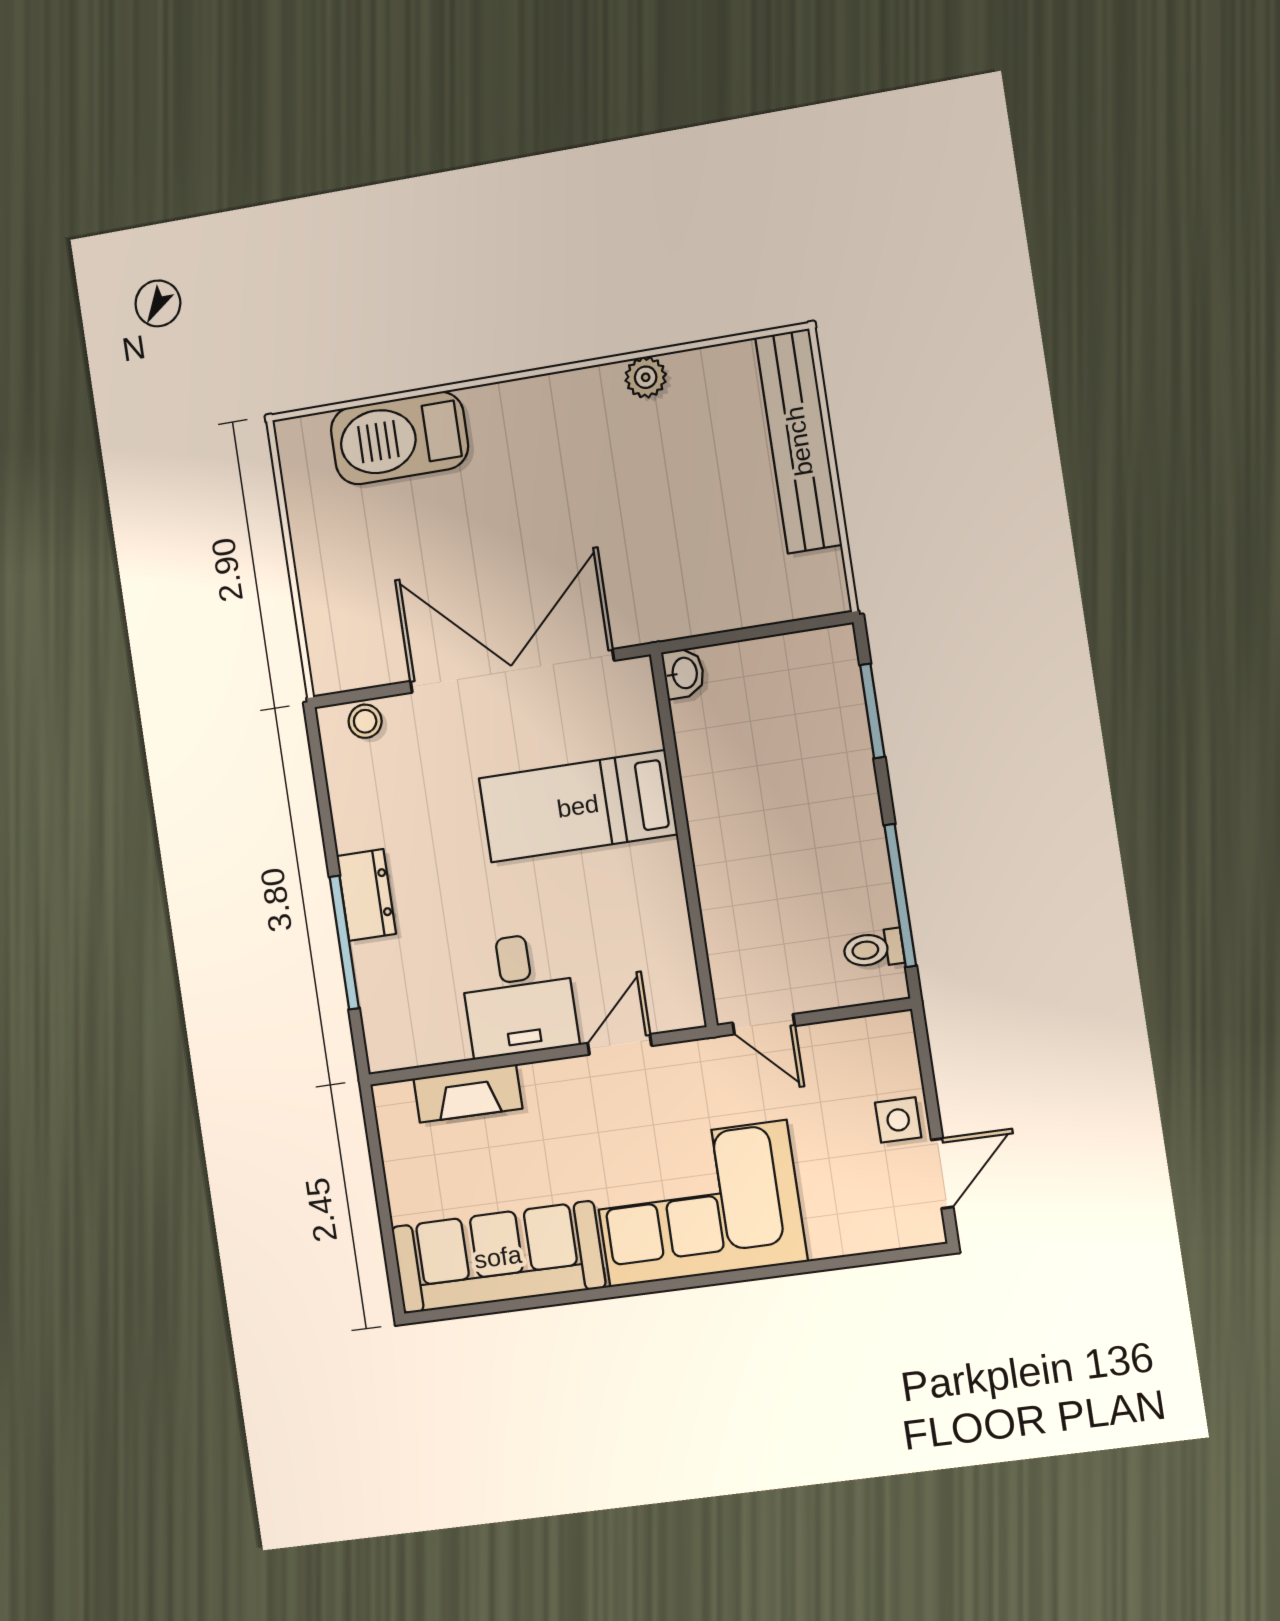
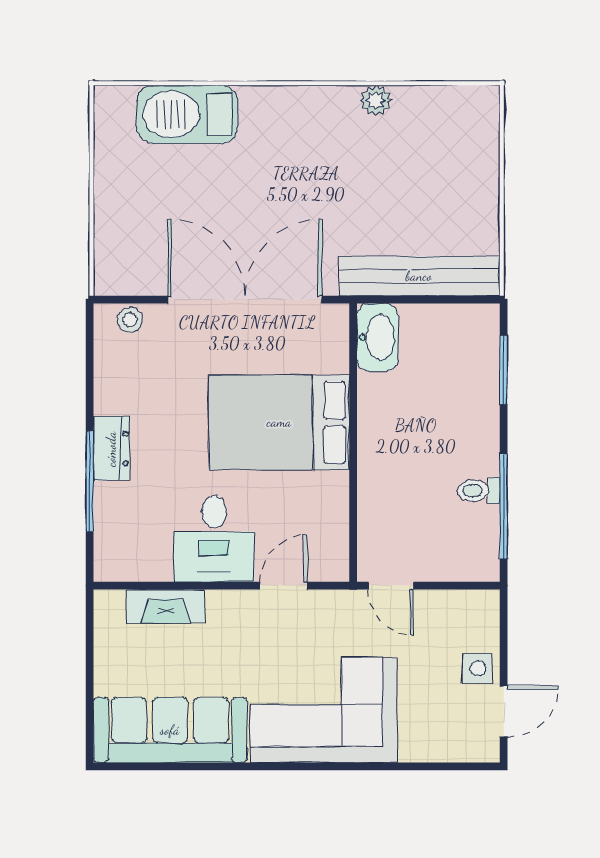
bench: (799, 441) -> (419, 276), moved, turned 90
washbasin: (684, 673) -> (377, 337), width x1.91, depth x1.45
bed: (578, 806) -> (279, 422), width x1.50
toilet: (873, 949) -> (479, 491), moved

